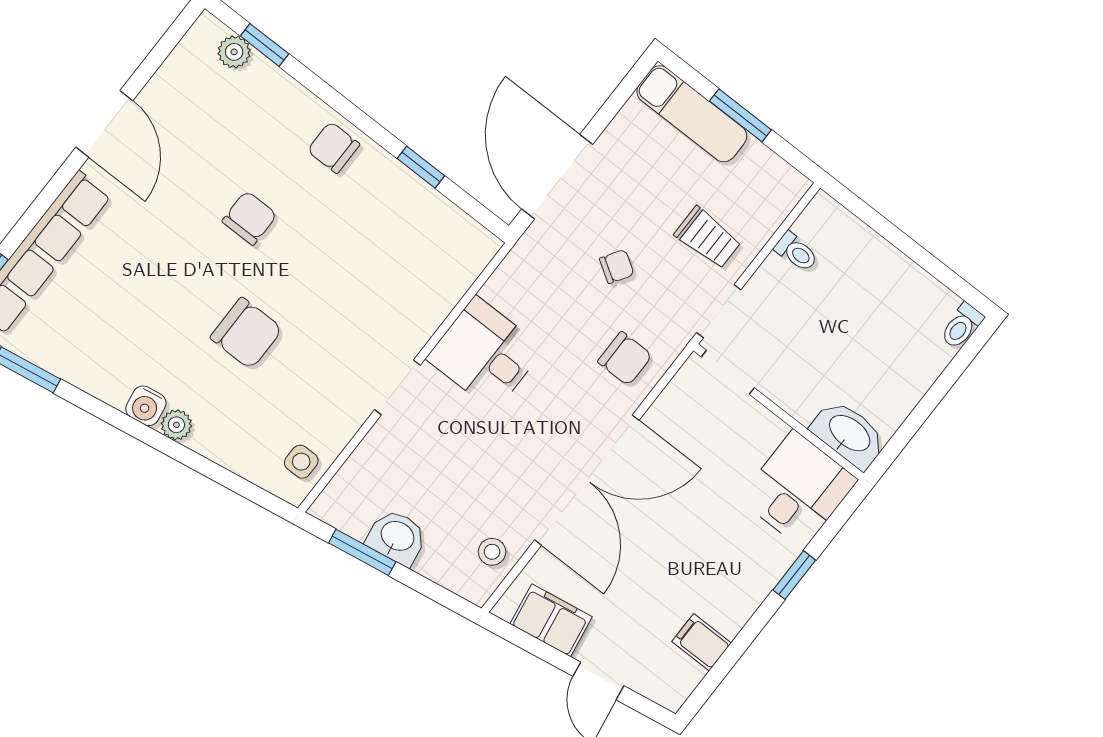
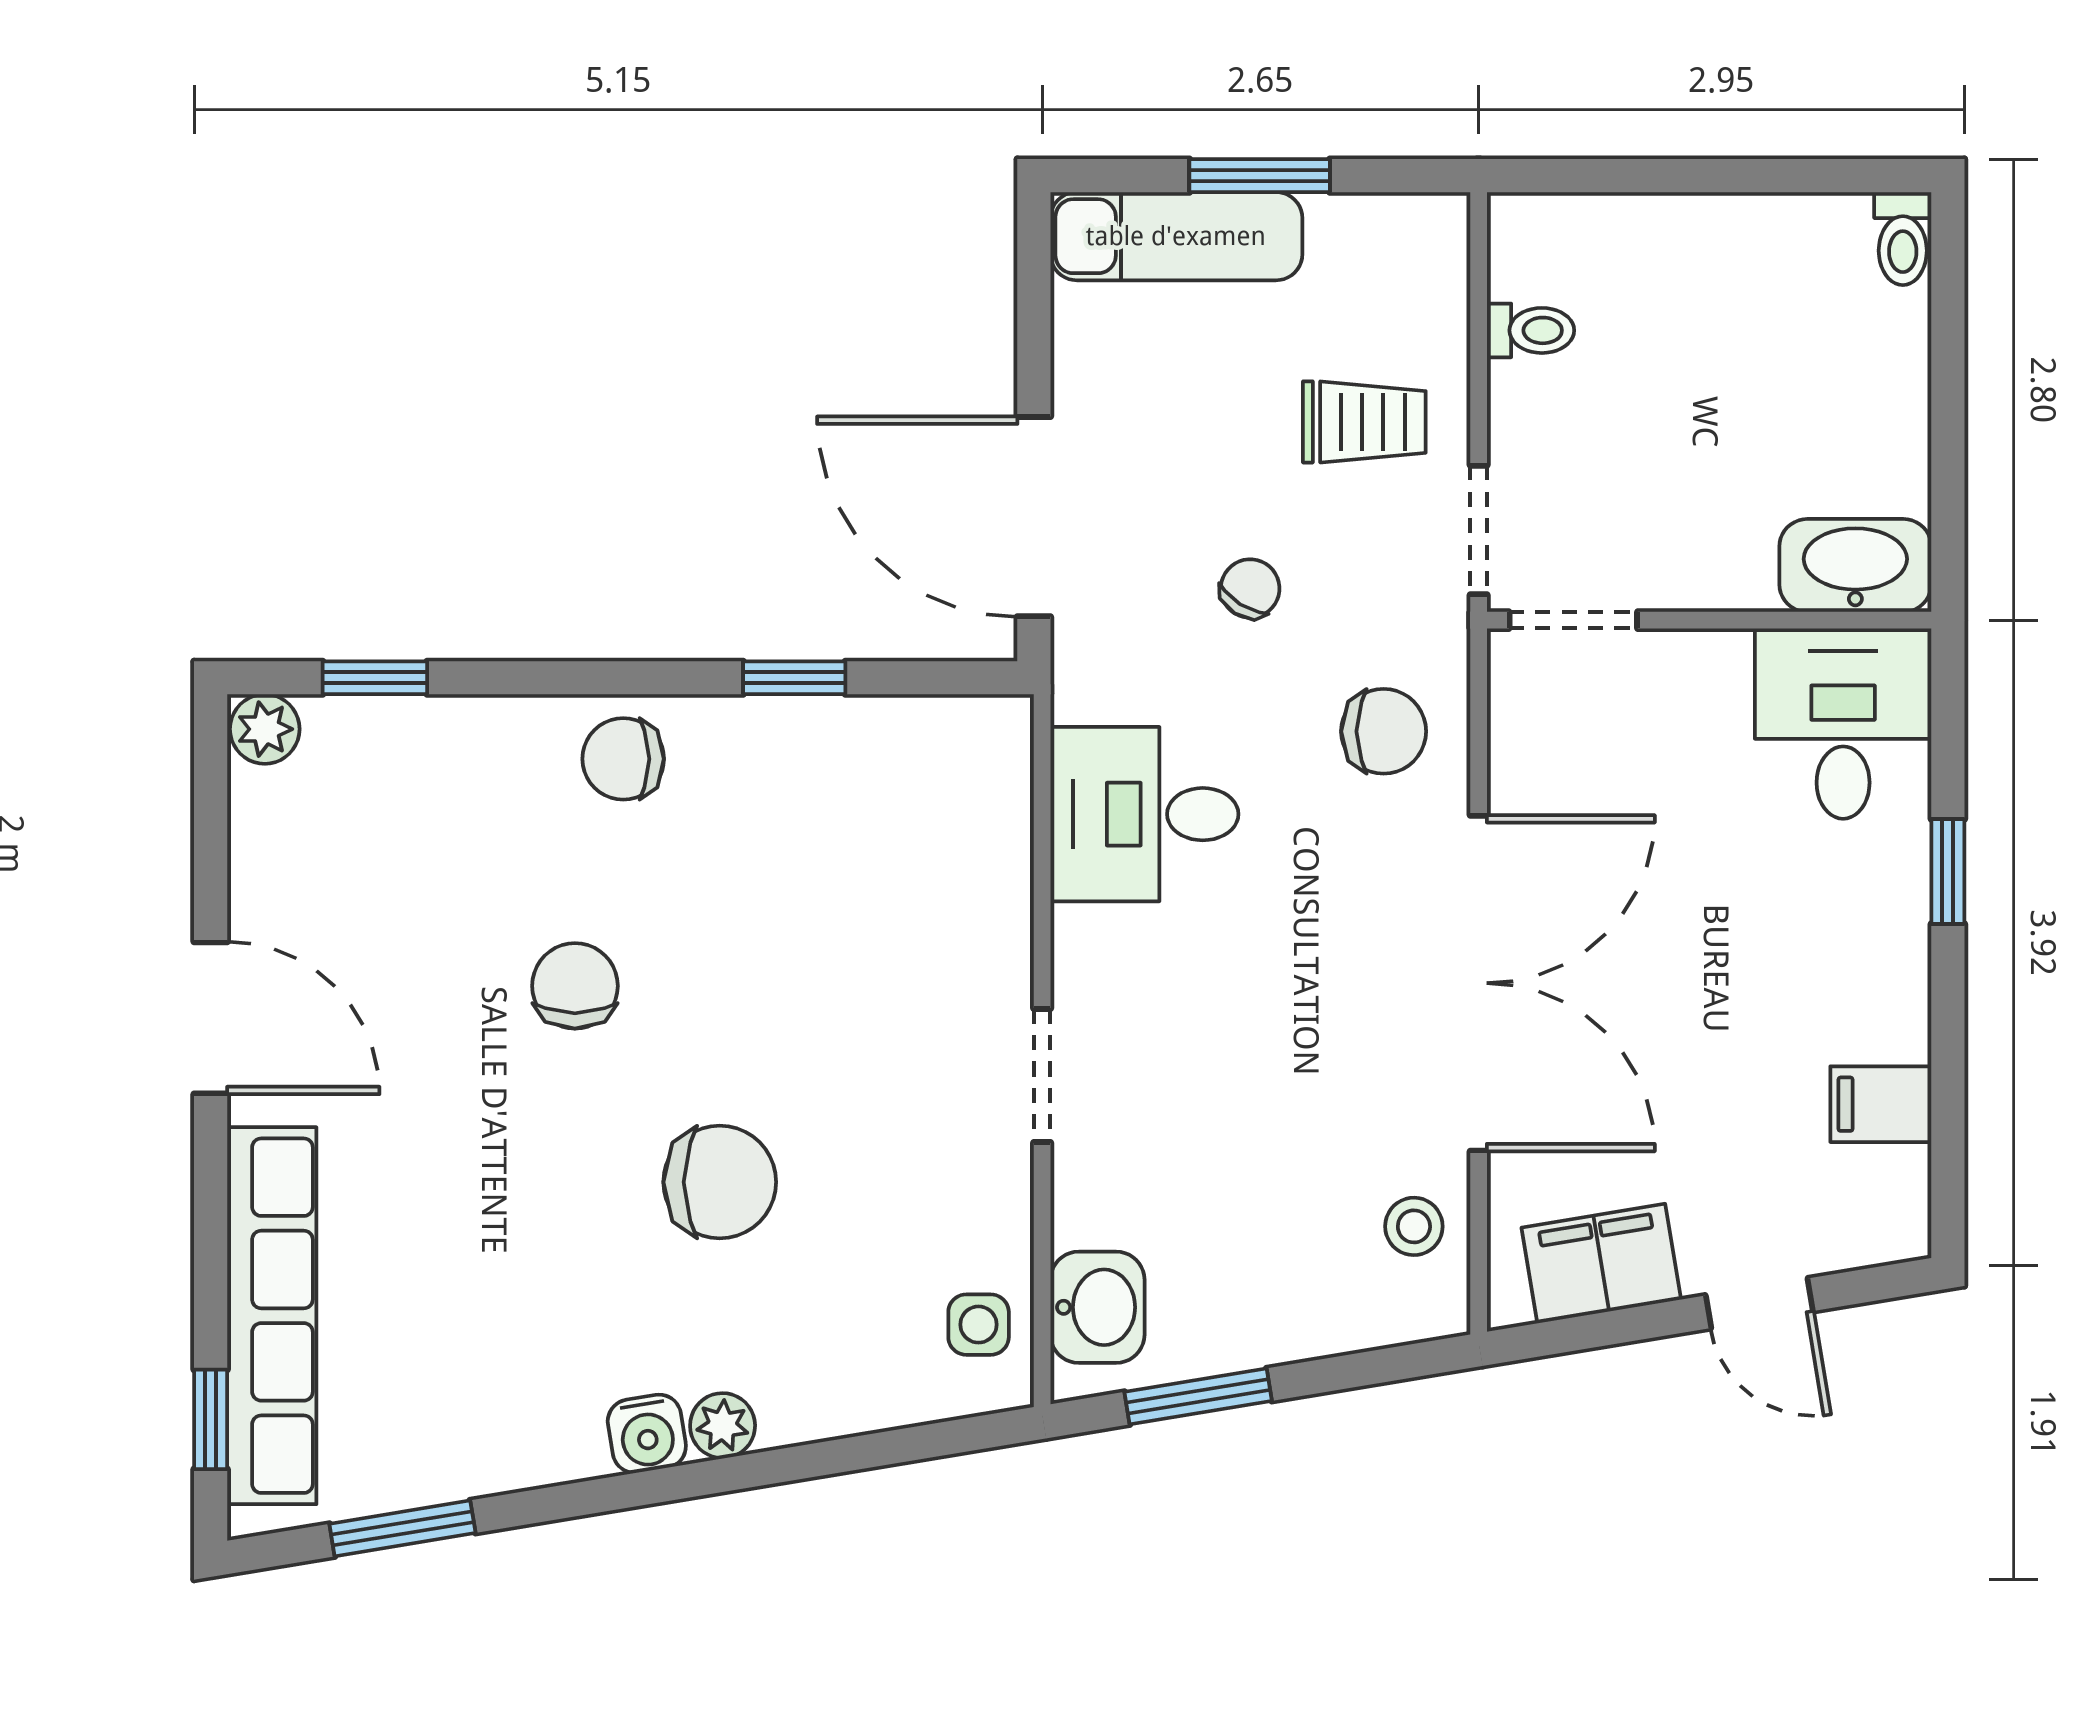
plant: (234, 52) -> (265, 729), moved
desk: (485, 354) -> (1144, 814), moved
washbasin: (397, 537) -> (1097, 1307), moved, turned 99

